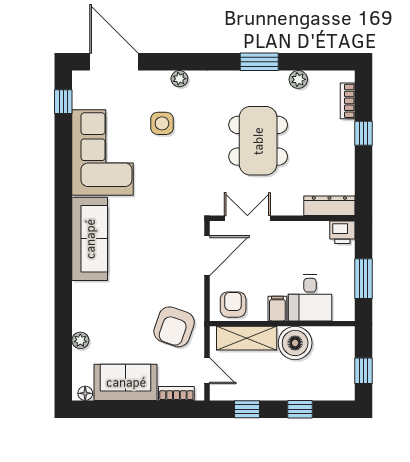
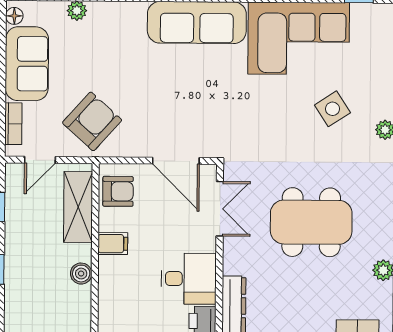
side table: (162, 123) -> (332, 109), turned -33
desk: (310, 298) -> (189, 279), moved, turned 180
armchair: (174, 327) -> (92, 121), turned 113
boiler: (295, 343) -> (81, 274), width x0.54, depth x0.54

